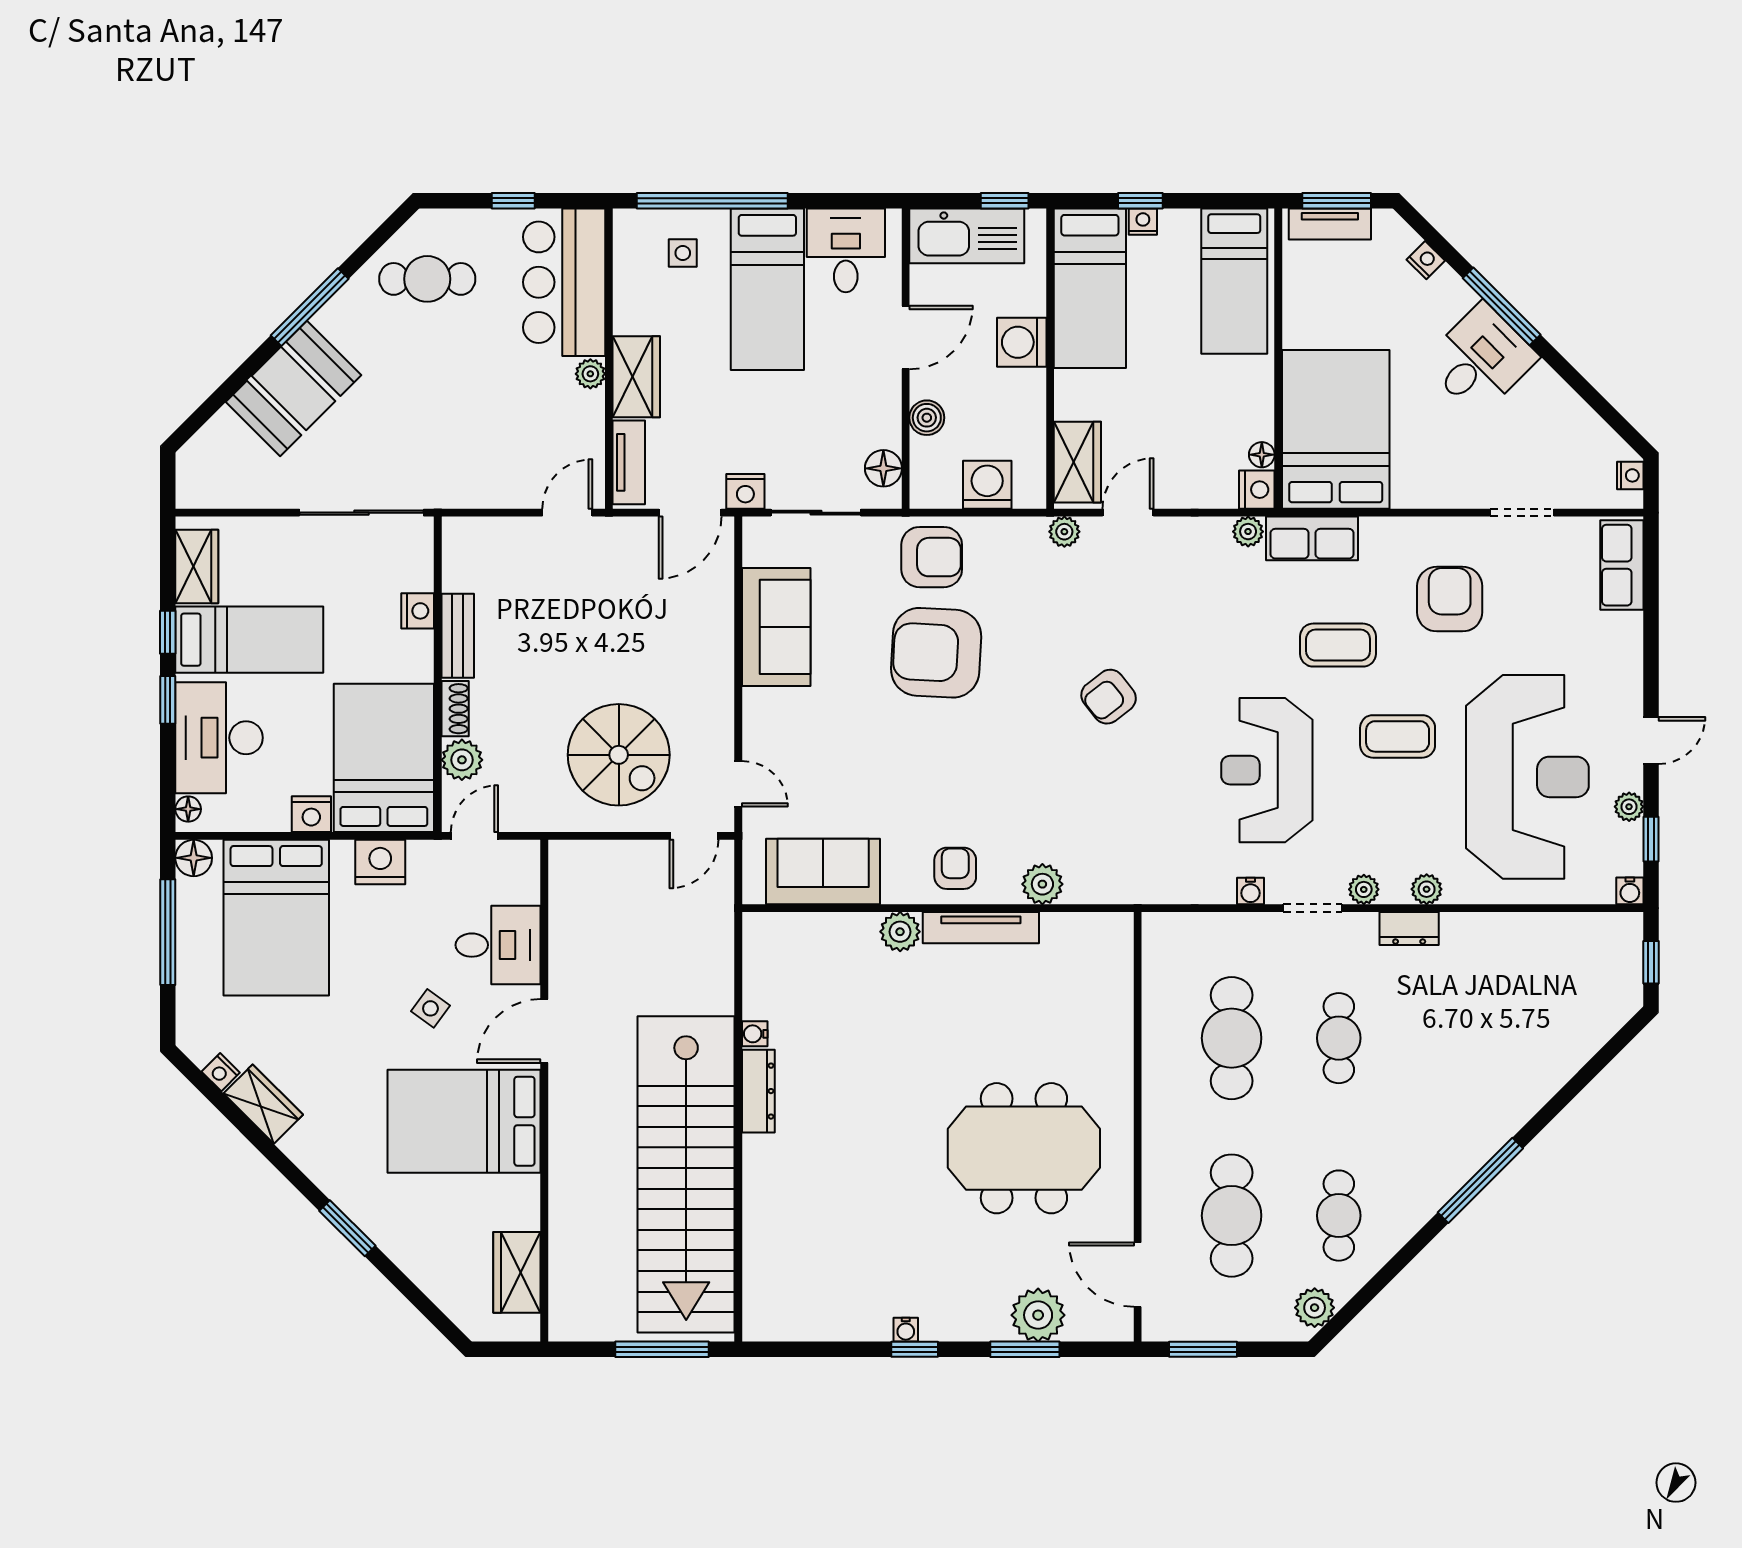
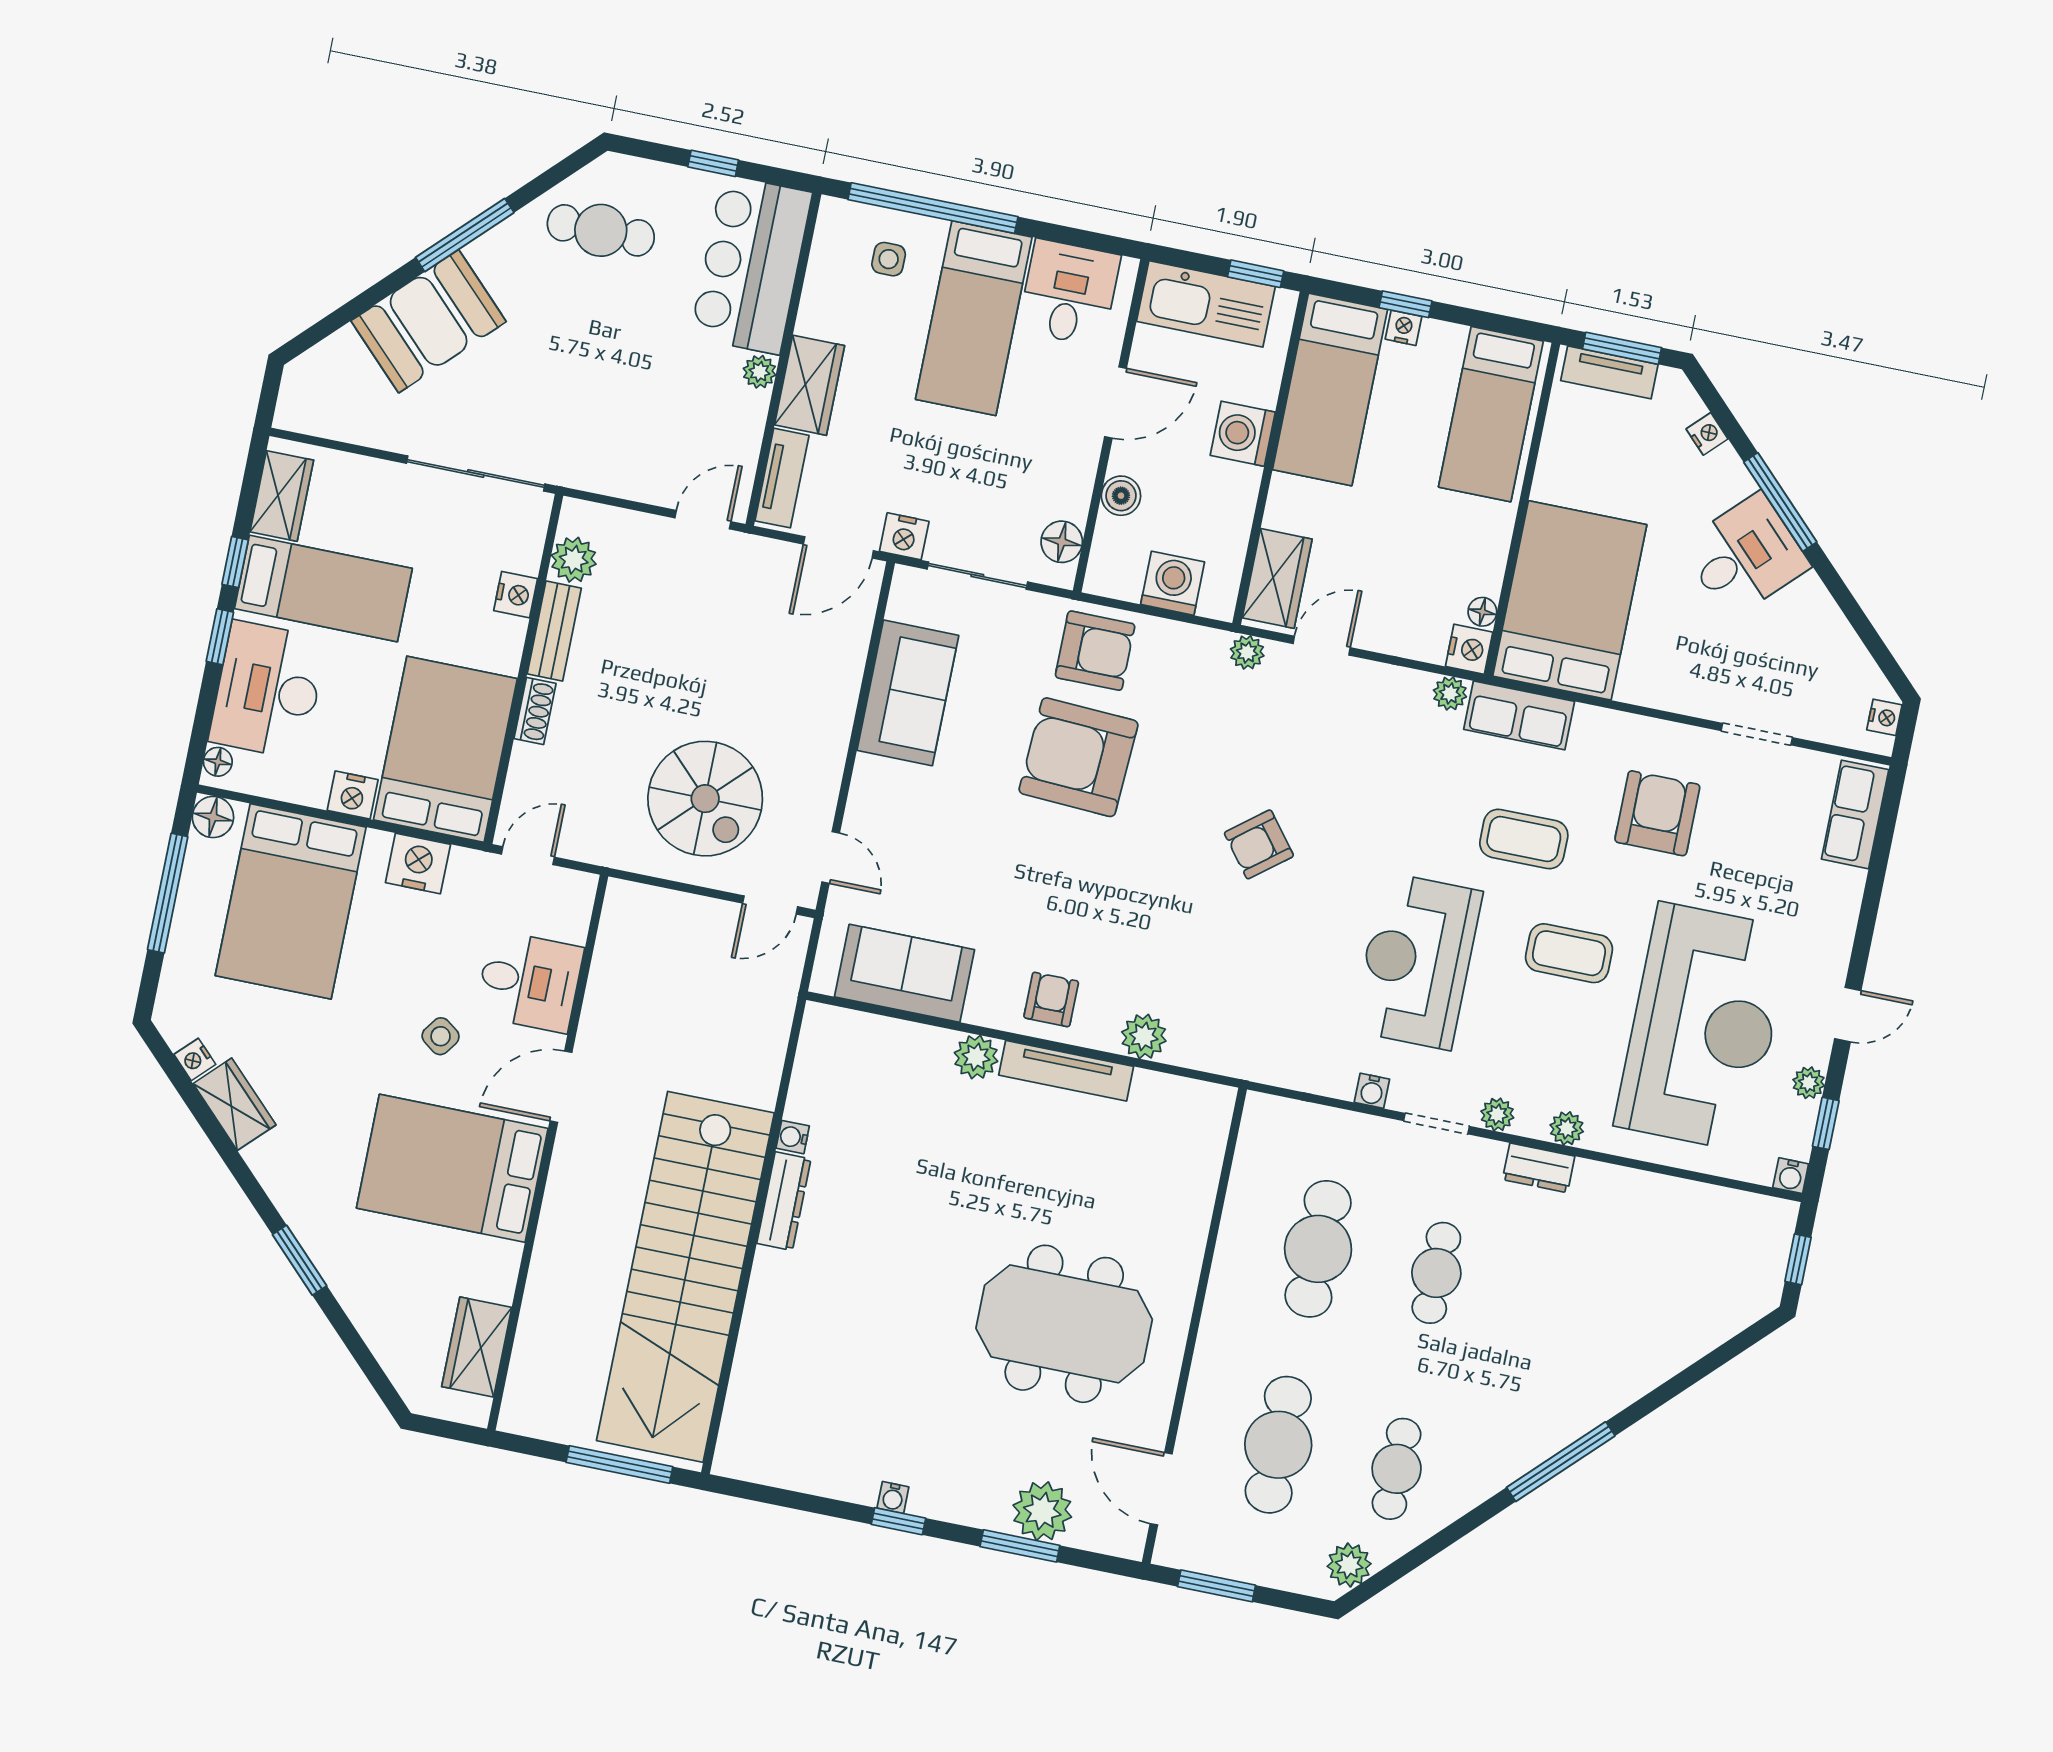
plant: (462, 760) -> (574, 560), moved

